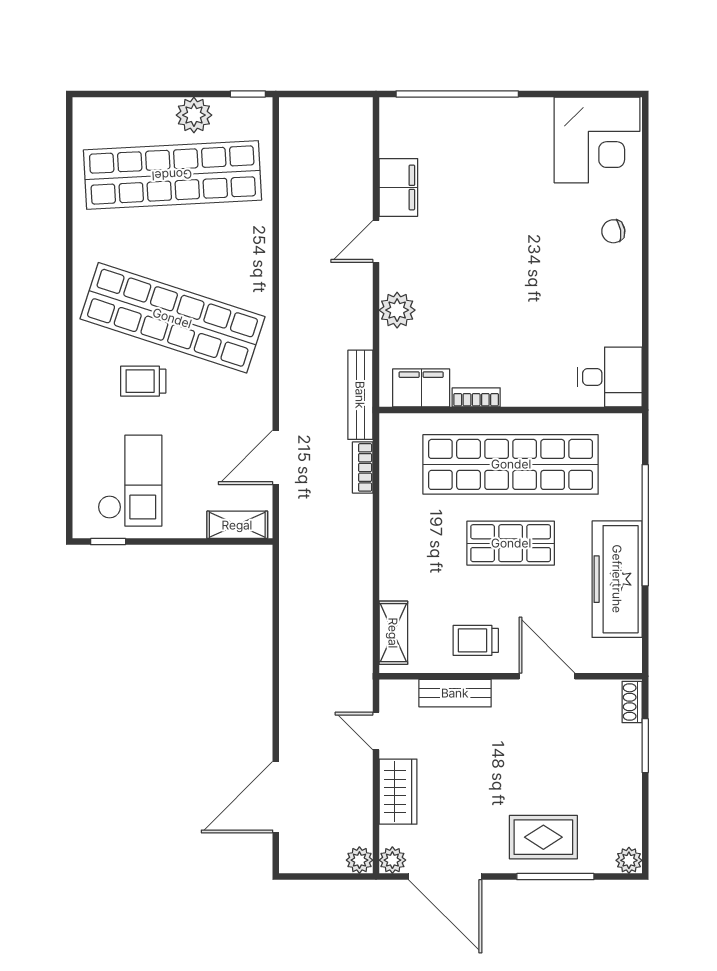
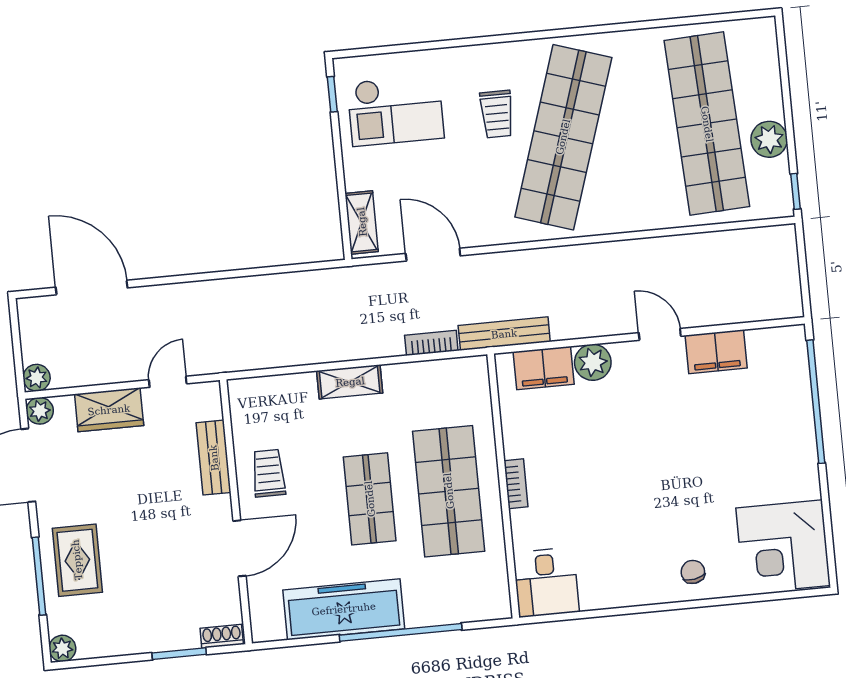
trolley: (143, 381) -> (497, 114), turned 180
filing cabinet: (421, 388) -> (544, 368), moved, turned 90
bookcase: (476, 397) -> (516, 484), moved
shop shelf: (511, 464) -> (449, 491), width x0.71
shelving: (393, 633) -> (350, 382), moved

